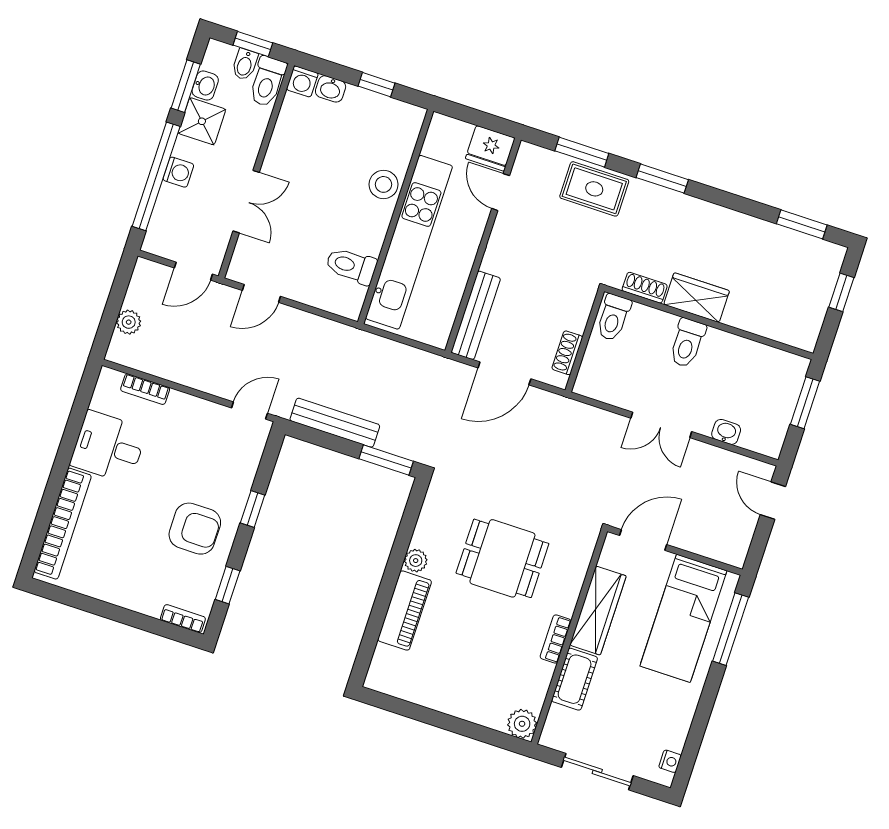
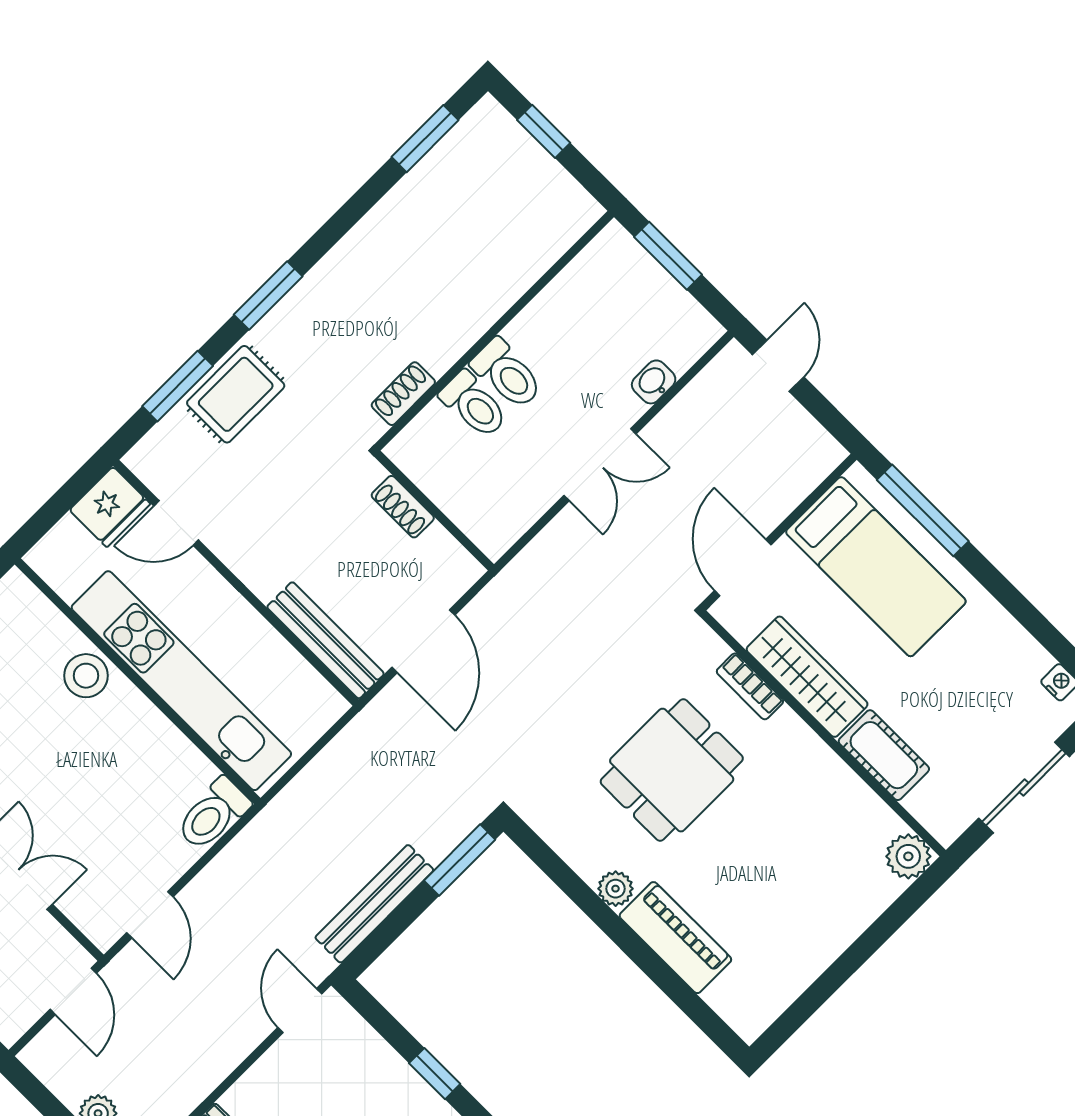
toilet: (351, 266) -> (213, 814), moved
wardrobe: (697, 298) -> (452, 330), removed
toilet: (613, 317) -> (474, 405), moved
shoe rack: (567, 353) -> (403, 507), moved
door: (773, 501) -> (778, 366), swing flipped
bookcase: (556, 639) -> (750, 686), moved

